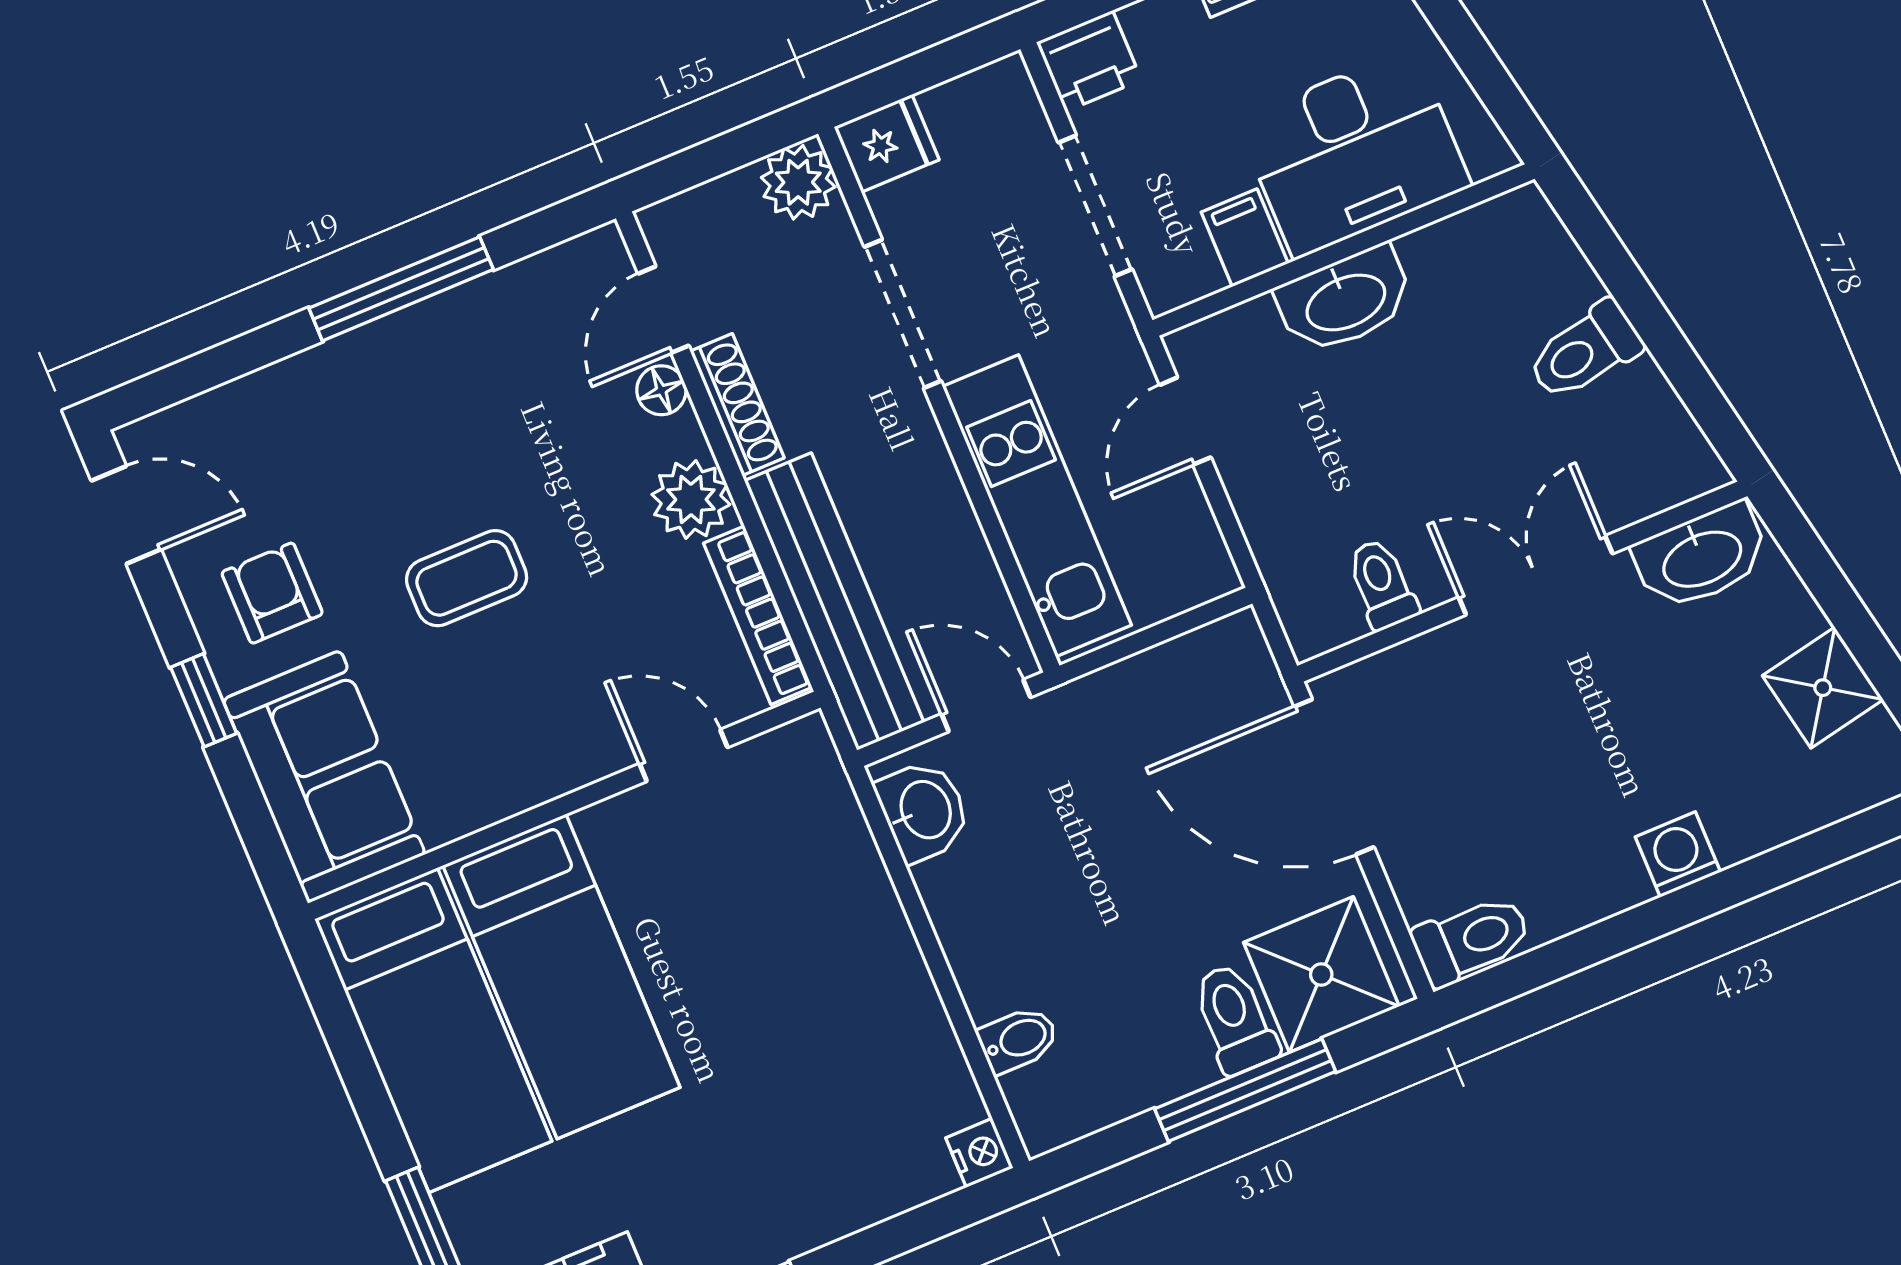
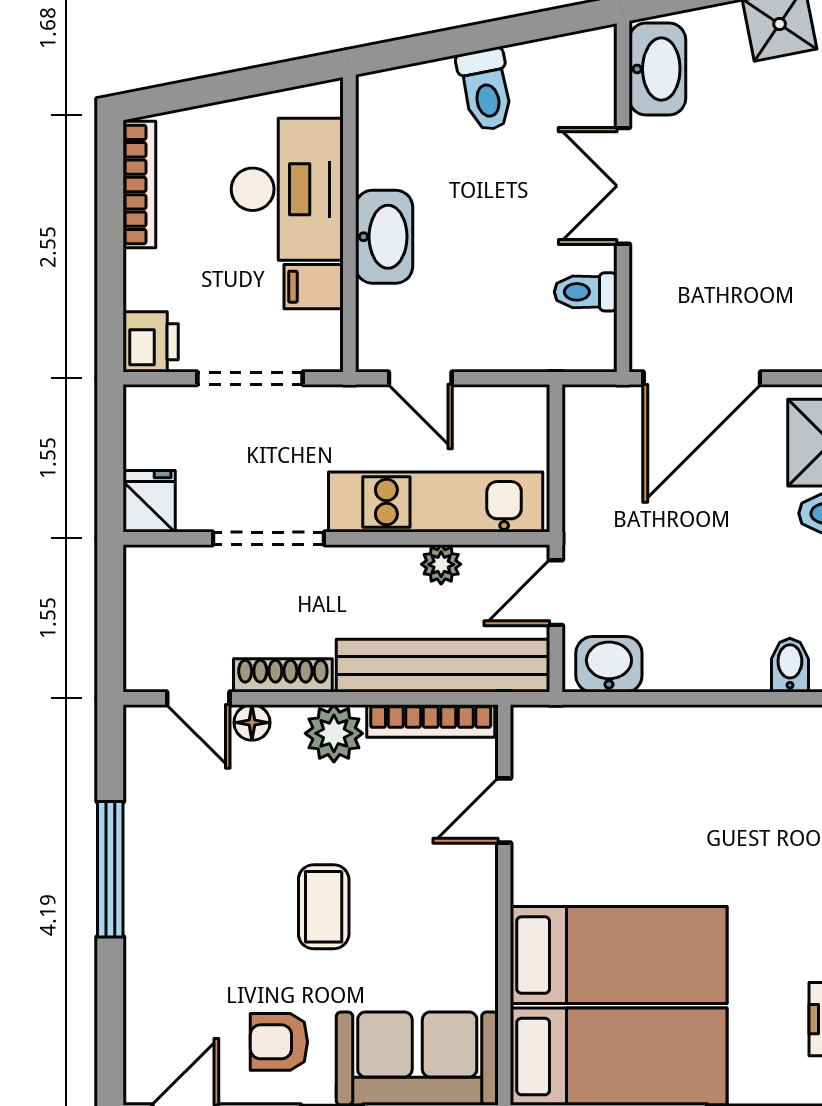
plant: (798, 182) -> (441, 564), moved, width x0.73, depth x0.73

